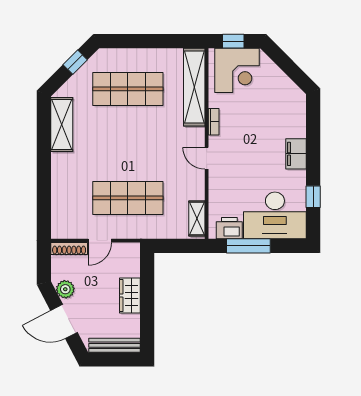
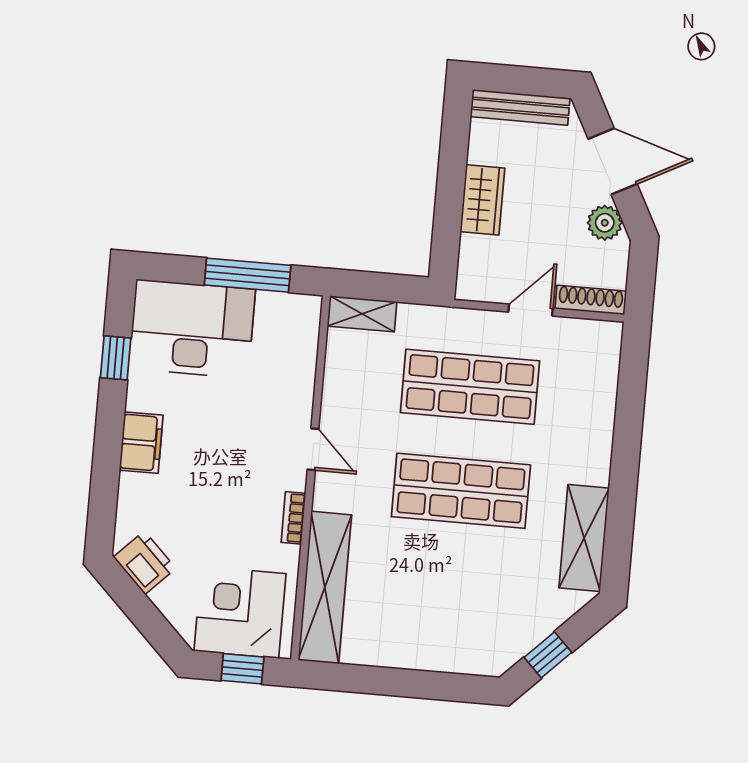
shop shelf: (128, 89) -> (461, 491), moved
shelving: (197, 219) -> (362, 314), moved, turned 90
printer: (229, 228) -> (145, 563), moved, turned -135

